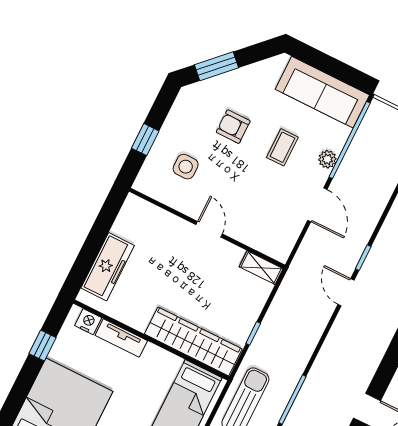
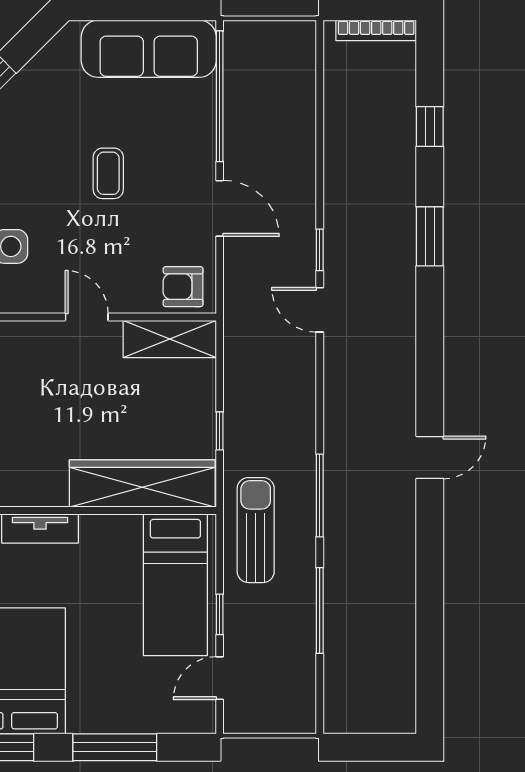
armchair: (233, 127) -> (183, 287), moved
coffee table: (282, 147) -> (108, 173), moved
plant: (327, 159) -> (202, 138), removed
shelving: (261, 268) -> (170, 339), width x1.50, depth x1.33

